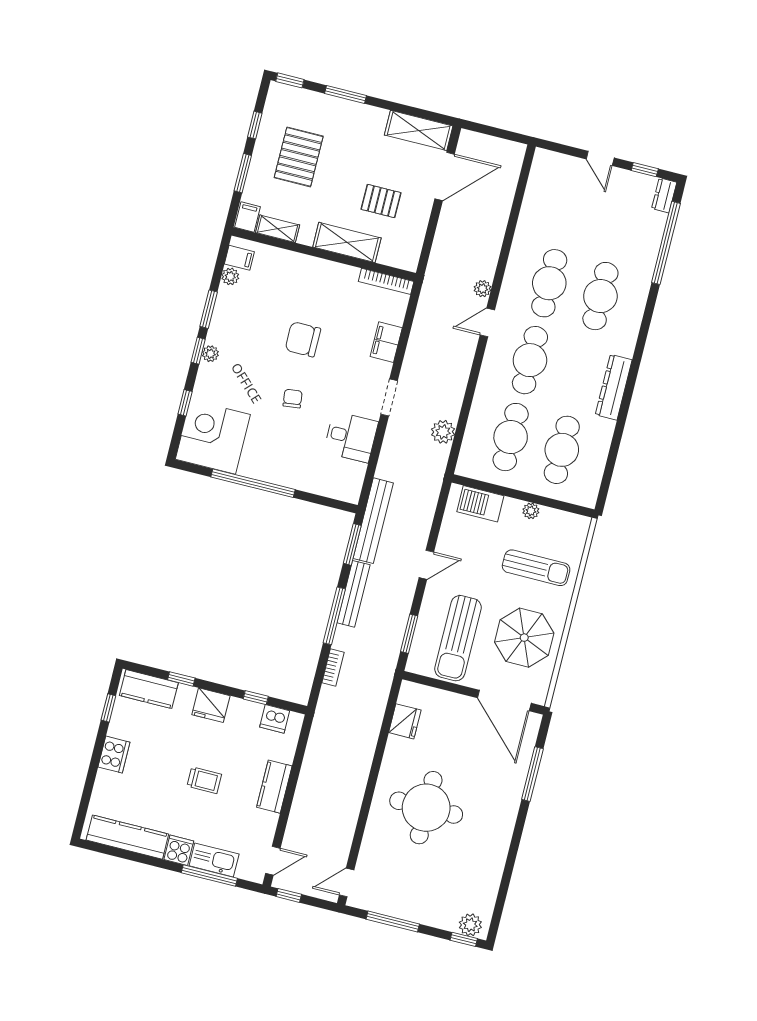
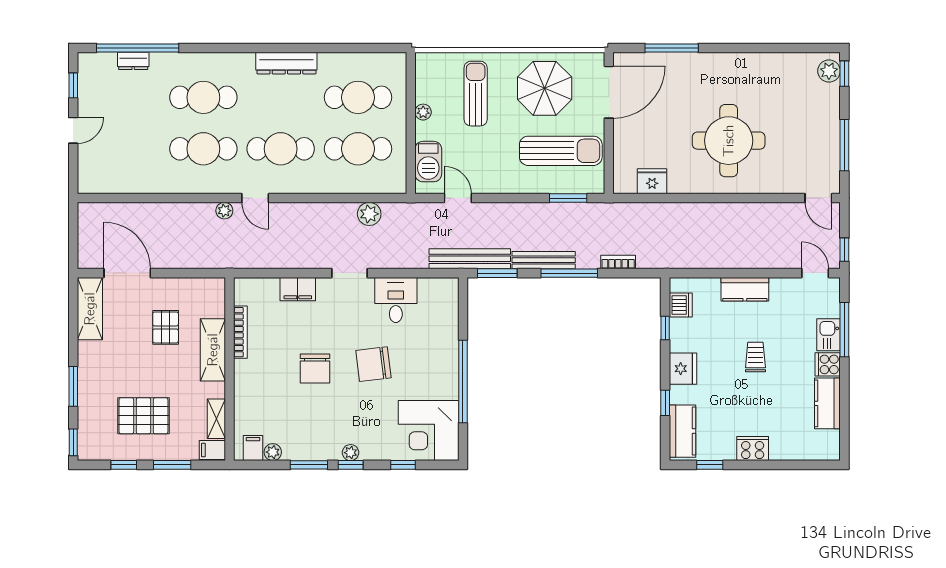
dresser: (664, 195) -> (133, 61), moved
bookcase: (386, 281) -> (240, 332), moved
chair: (293, 399) -> (373, 364), width x1.87, depth x1.87
door: (426, 565) -> (458, 198), moved
kitchen counter: (127, 837) -> (827, 403), width x0.67
kitchen sink: (214, 860) -> (828, 335), width x0.73

